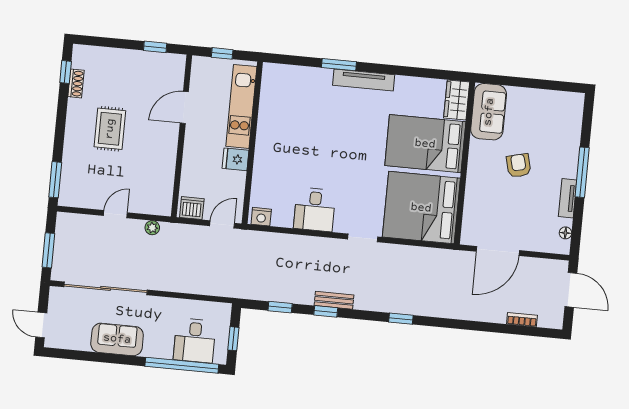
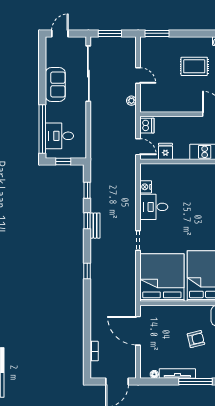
fridge: (235, 159) -> (165, 151), moved
tv unit: (568, 198) -> (177, 374), width x1.41
nightstand: (261, 217) -> (146, 187), moved

